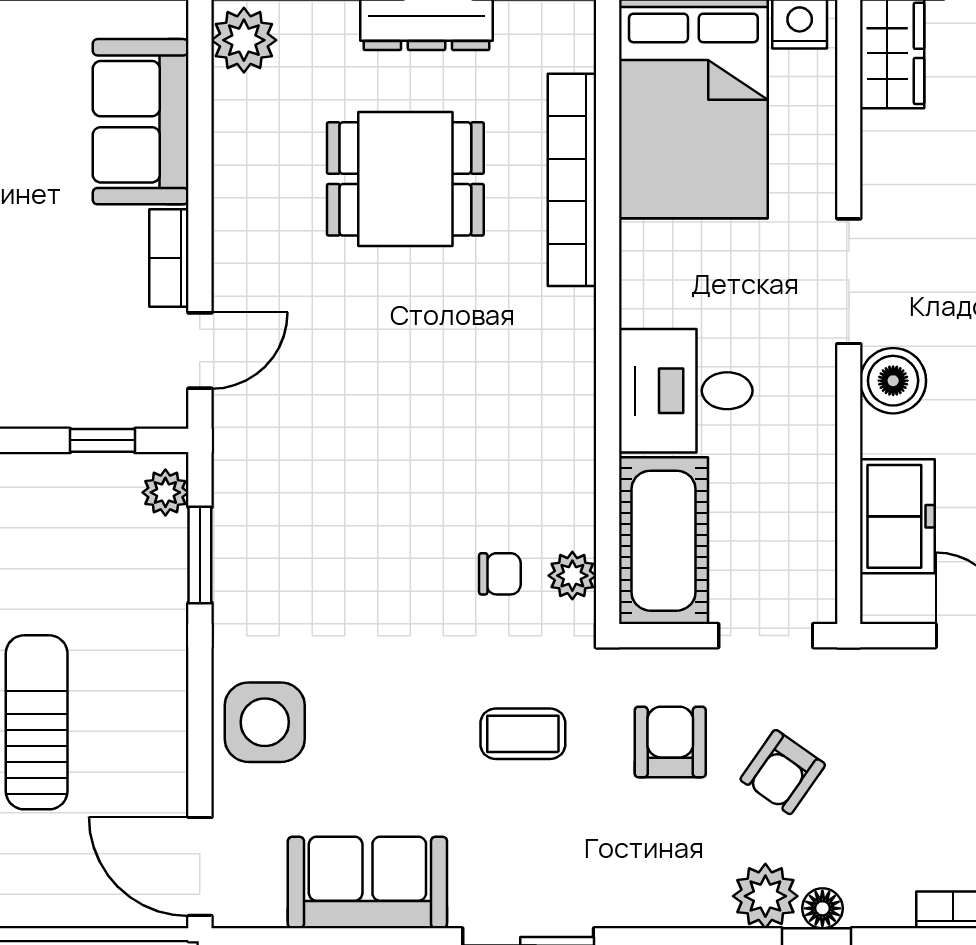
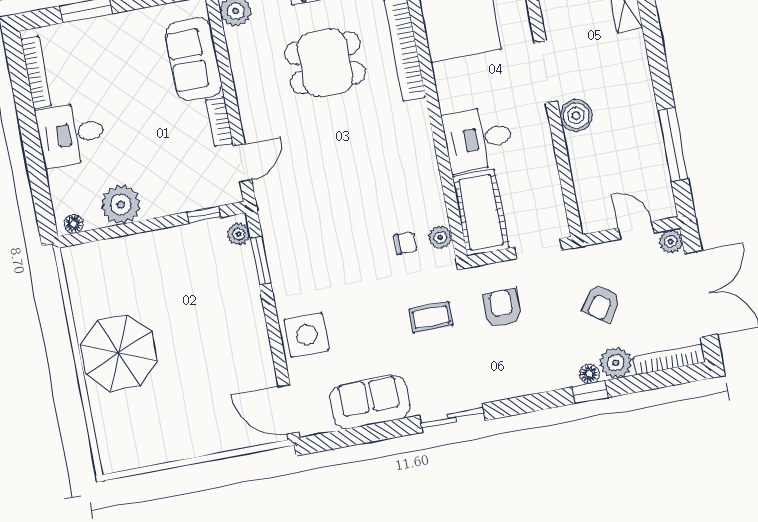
freezer: (897, 516) -> (590, 180), removed
sun lounger: (37, 722) -> (198, 355), removed
armchair: (783, 772) -> (601, 303), moved
plant: (765, 896) -> (616, 363), moved

